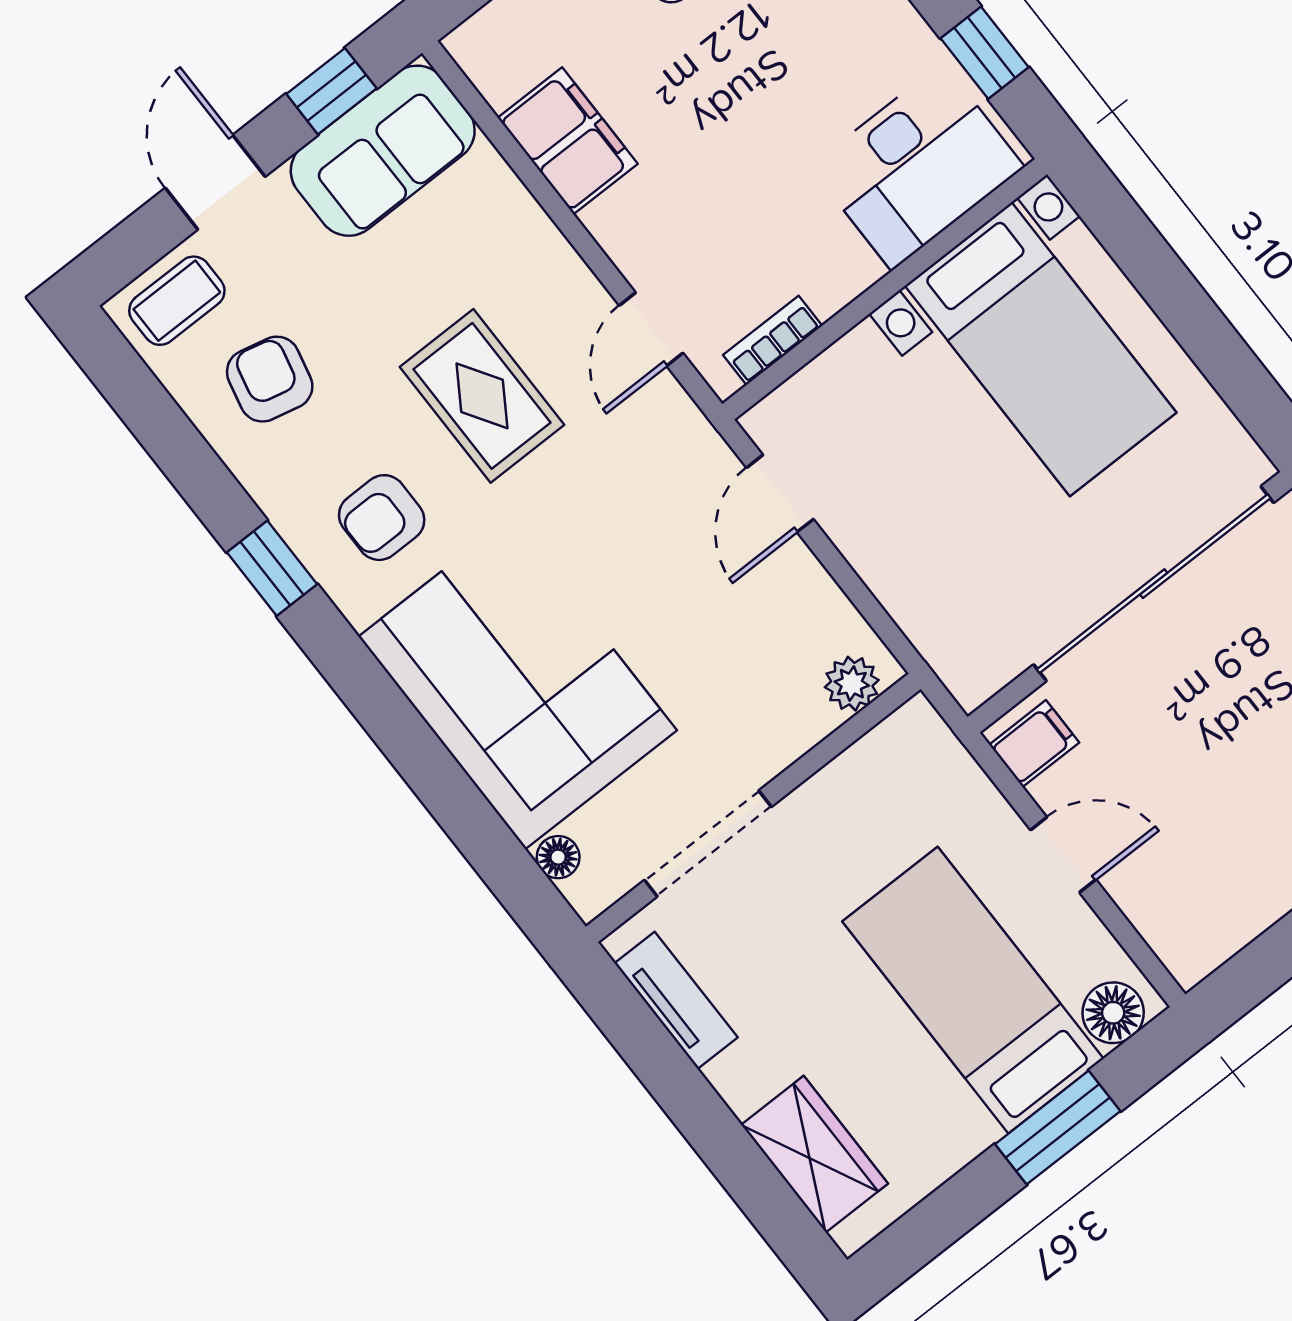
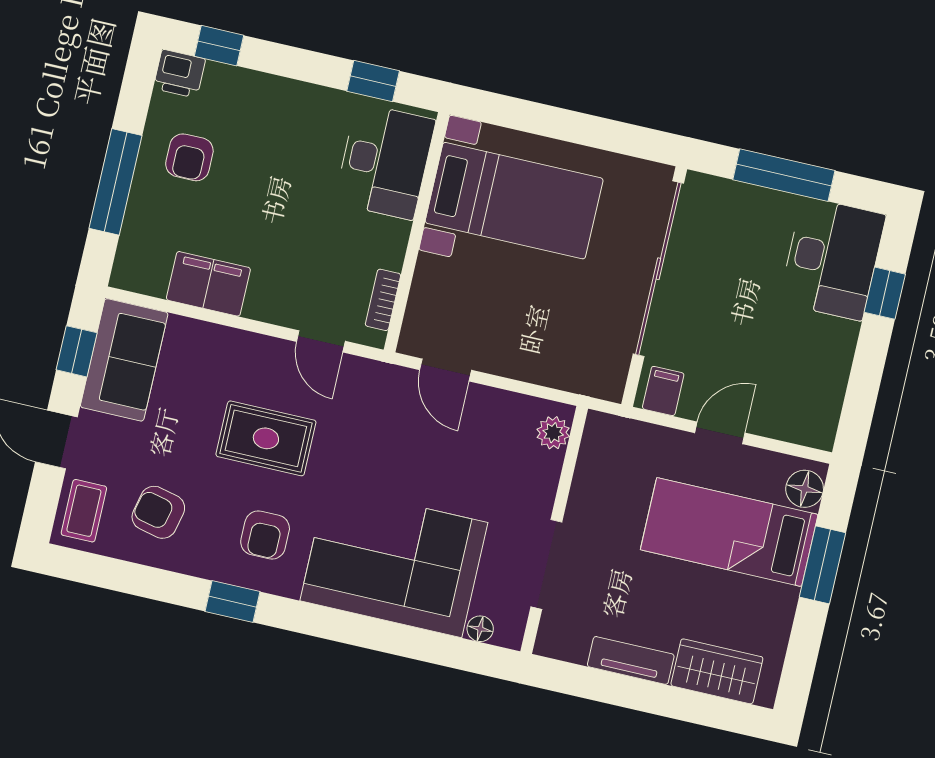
tv unit: (676, 1000) -> (631, 660), moved

